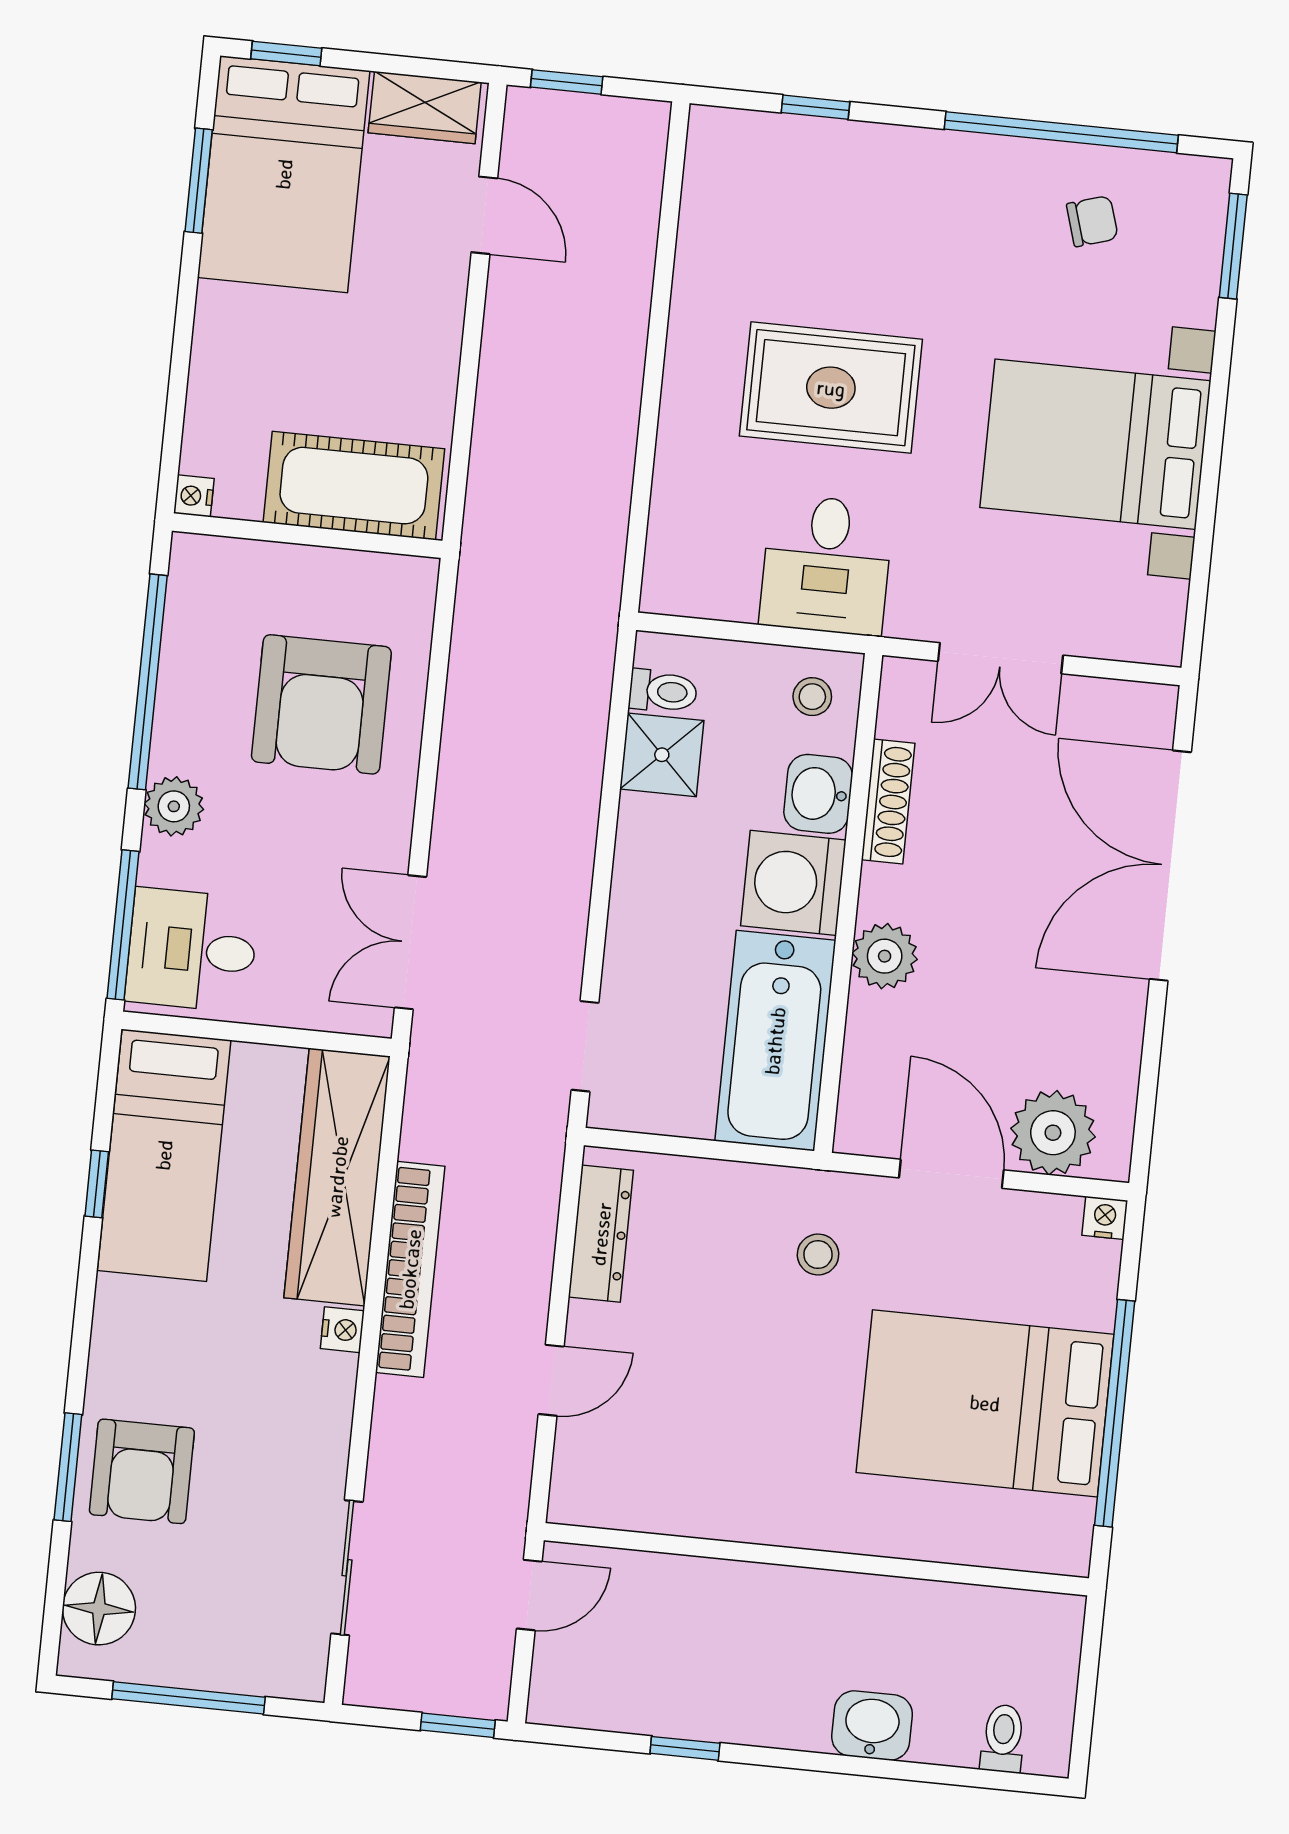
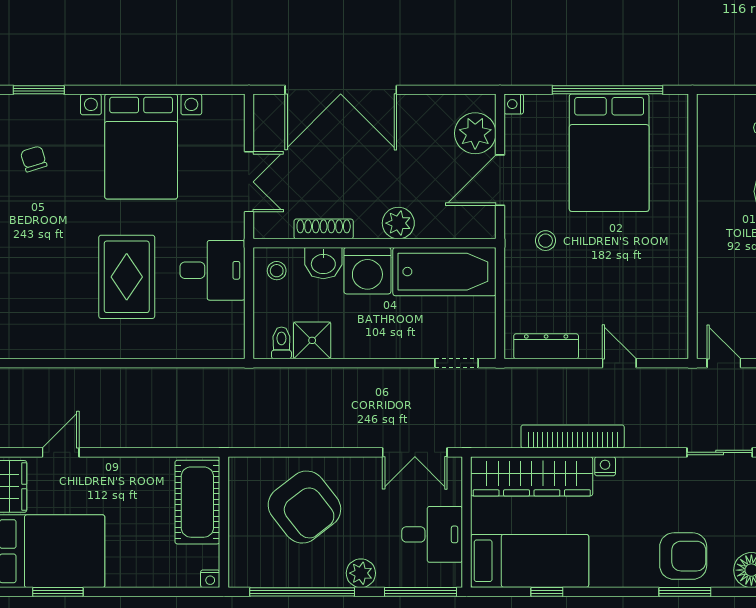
armchair: (321, 704) -> (304, 507), turned 52
desk: (192, 950) -> (432, 534), moved, turned -90

